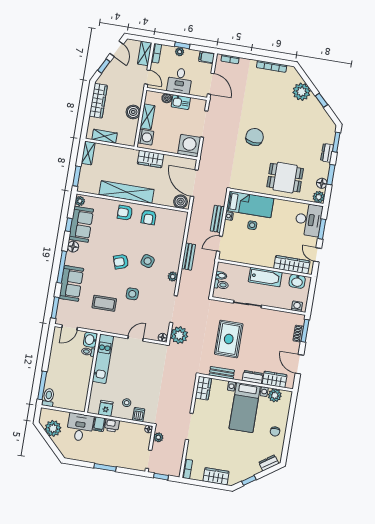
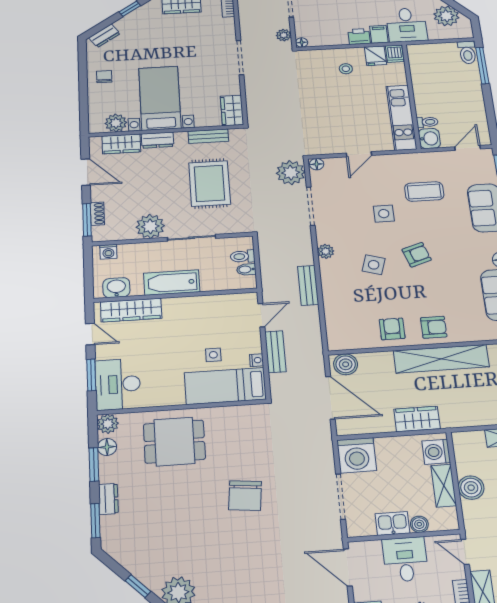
plant: (269, 318) -> (150, 226), added
dishwasher: (139, 414) -> (395, 54), moved

